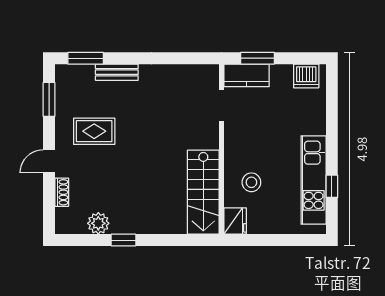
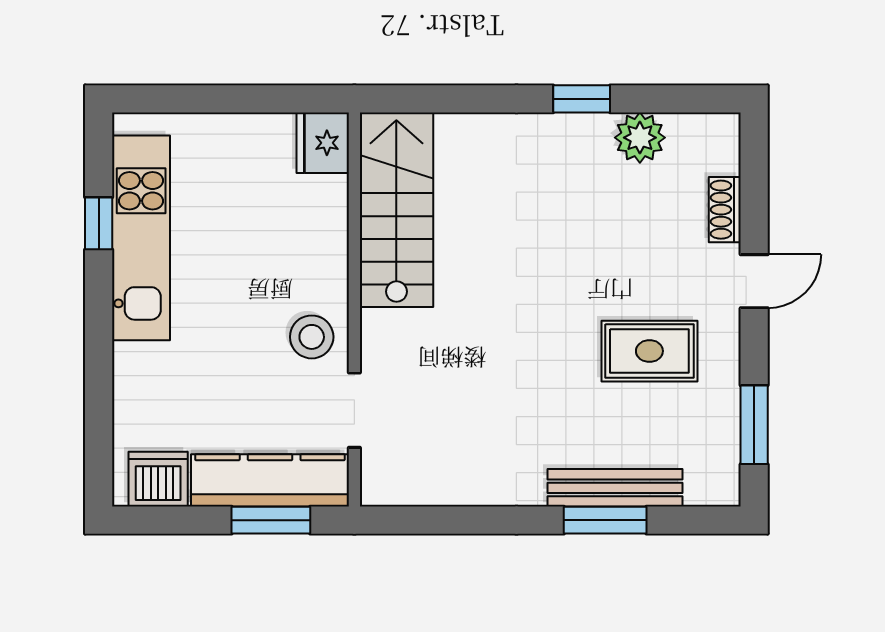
window: (86, 58) -> (605, 520), moved
bench: (117, 72) -> (615, 488), width x1.36
kitchen counter: (247, 75) -> (270, 480), width x1.50
stool: (251, 182) -> (312, 337), moved

